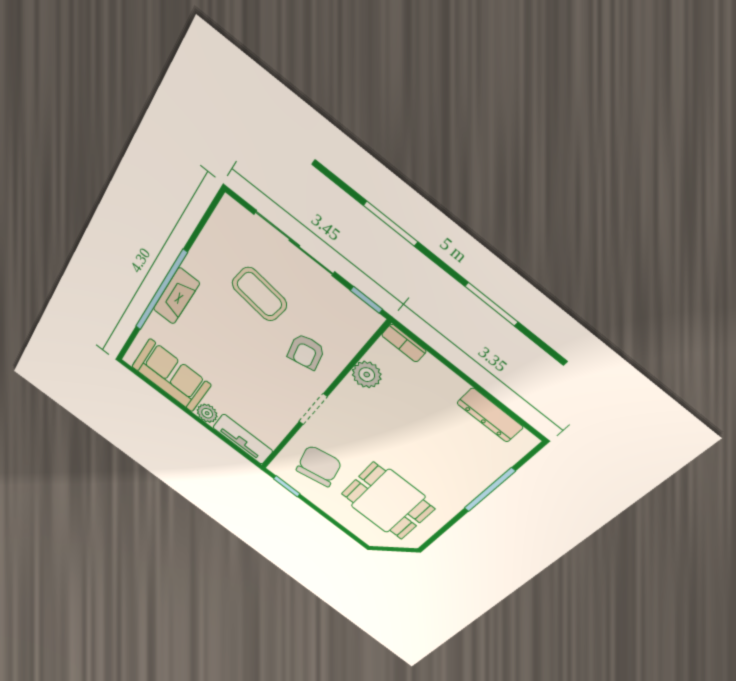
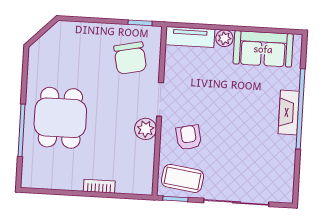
coffee table: (259, 294) -> (182, 178), moved
bookcase: (404, 343) -> (99, 186), moved
plant: (367, 375) -> (145, 129), moved
dresser: (490, 415) -> (59, 181), removed
dining table: (388, 501) -> (60, 118), moved, turned 90

